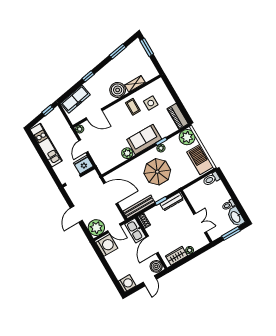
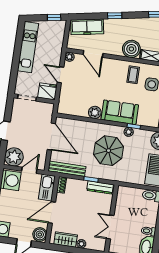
door: (83, 146) -> (60, 75), hinge flipped
double door: (200, 223) -> (110, 227), swing flipped
door: (114, 228) -> (29, 170), swing flipped

